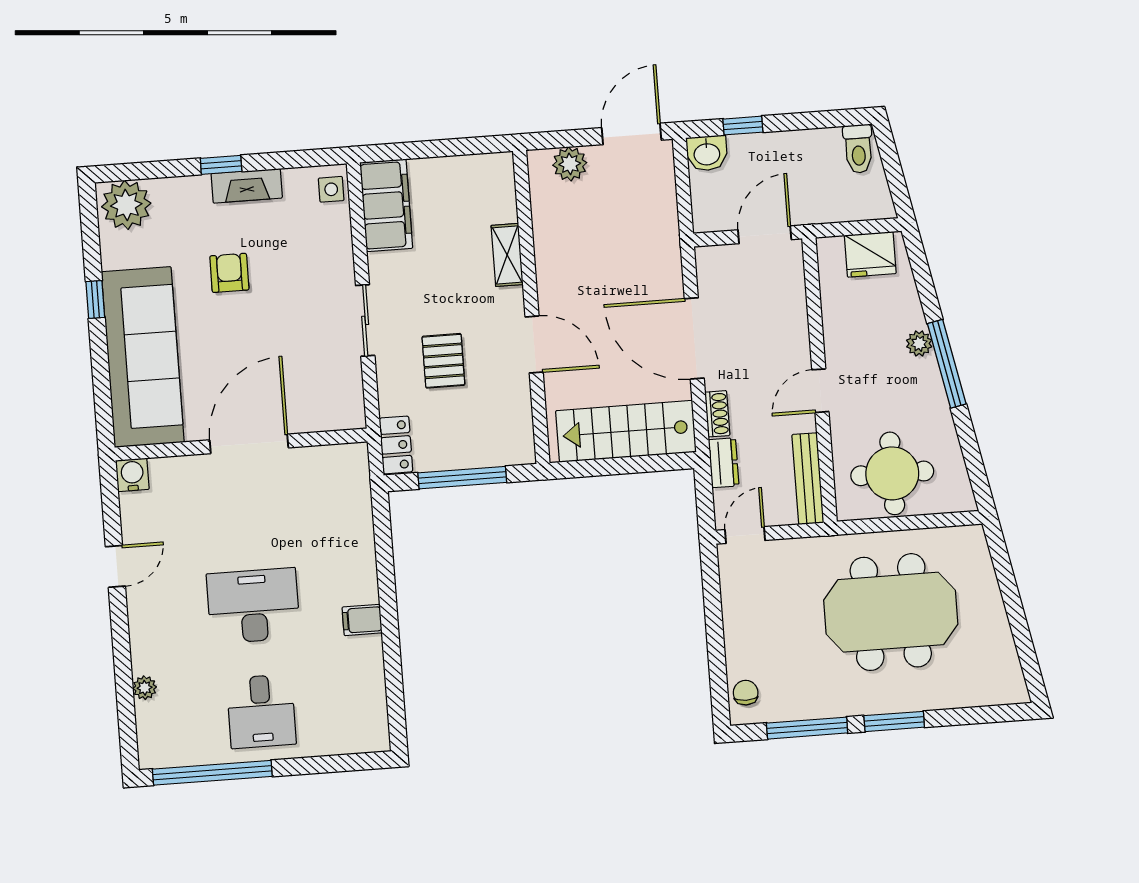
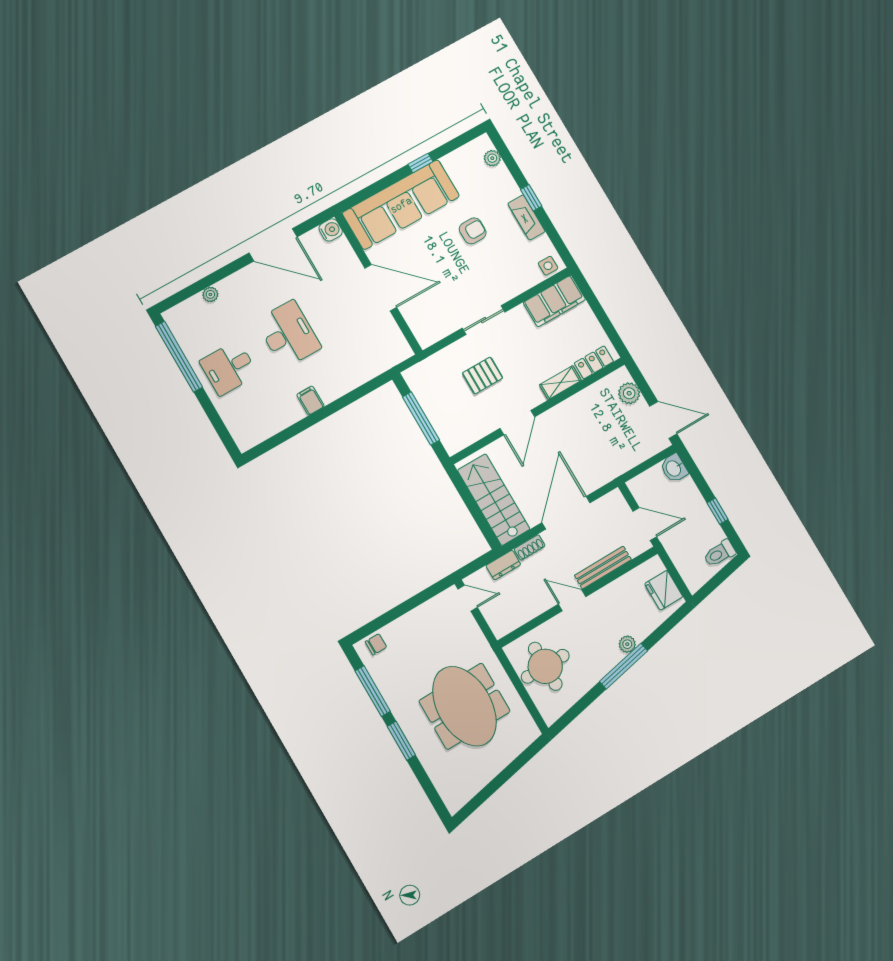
window: (743, 126) -> (718, 511), moved
plant: (126, 205) -> (492, 158), width x0.53, depth x0.53
locker: (396, 445) -> (594, 362), moved, turned 180
bench: (808, 479) -> (603, 568), moved
door: (115, 566) -> (273, 245), width x1.88

